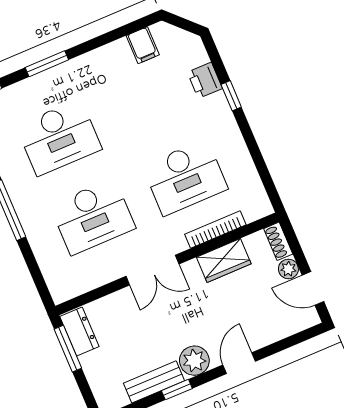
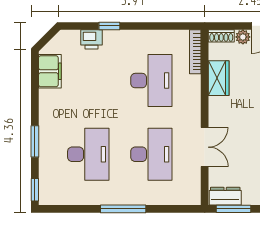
filing cabinet: (143, 45) -> (50, 71), width x2.00
bookcase: (215, 230) -> (195, 52), moved
double door: (152, 270) -> (205, 147), moved

